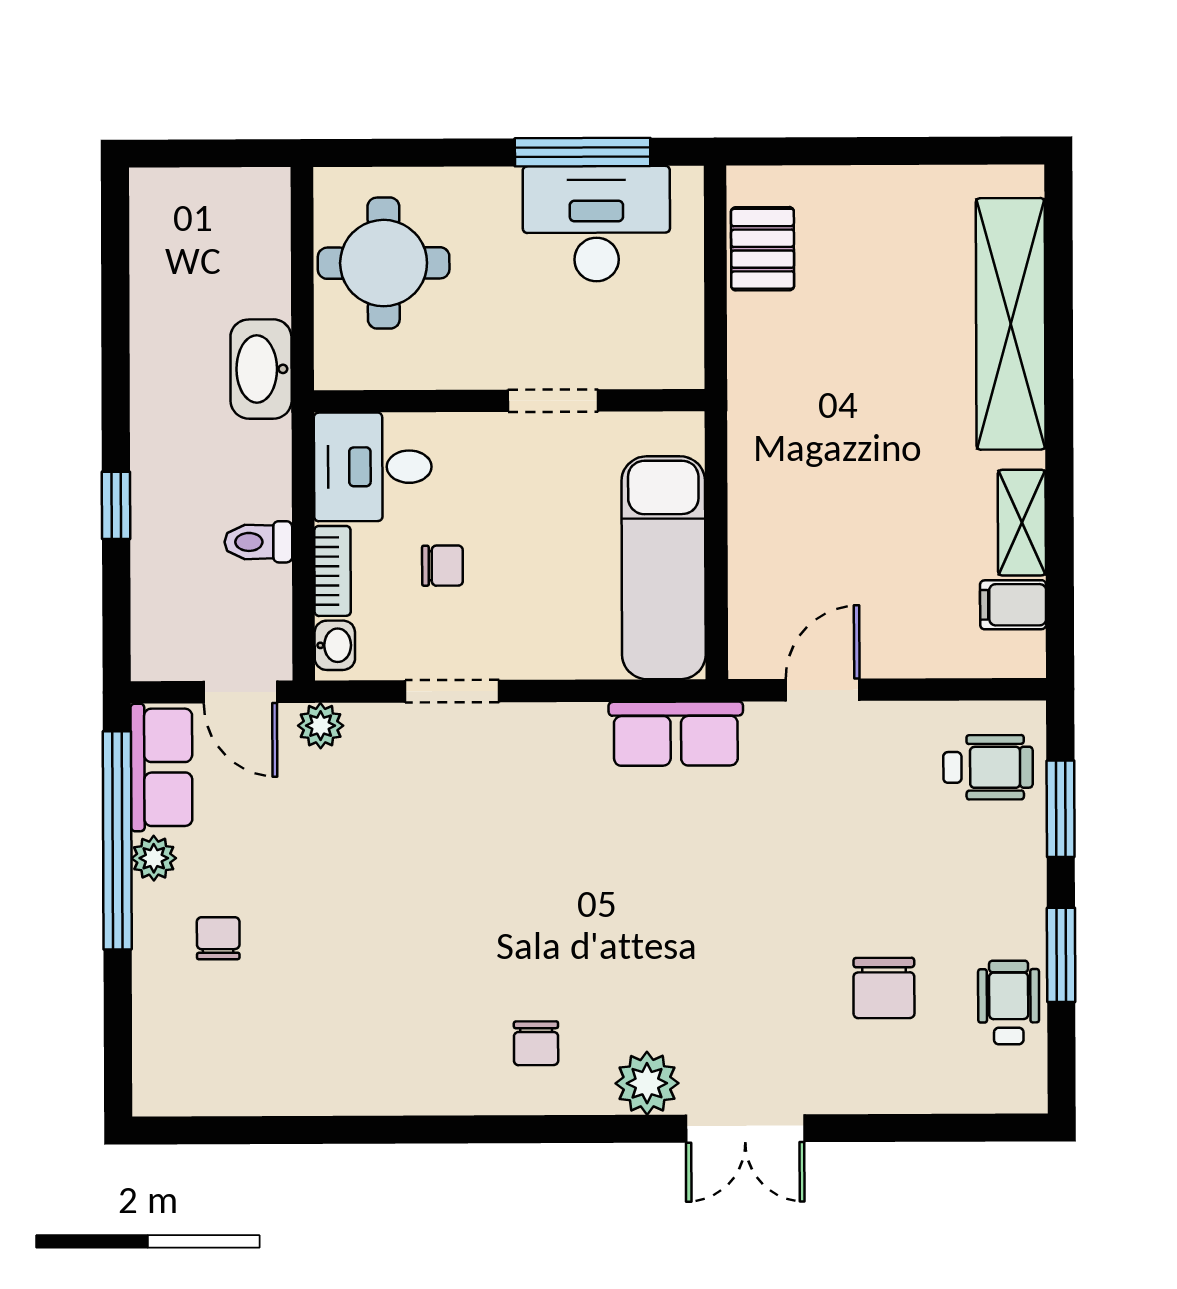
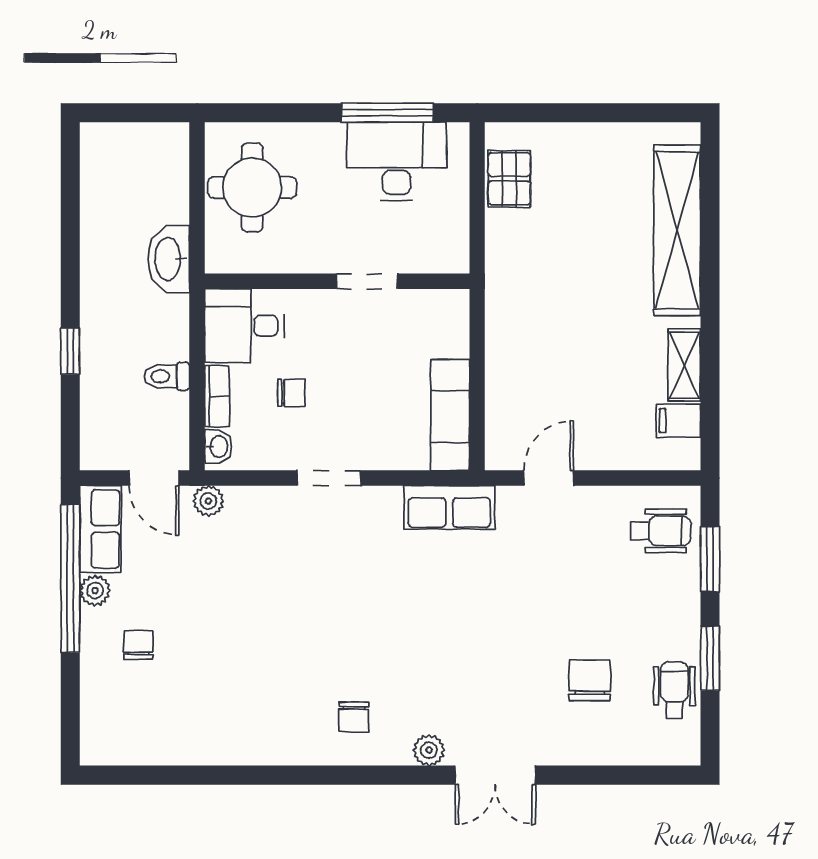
exam couch: (664, 568) -> (450, 415), width x0.73, depth x0.69
doorway: (452, 691) -> (329, 478), moved
chair: (884, 988) -> (590, 680), turned 180
plant: (647, 1083) -> (429, 750), width x0.73, depth x0.73

